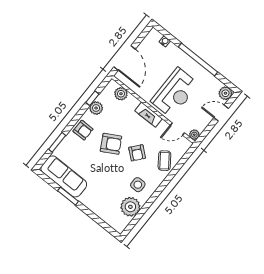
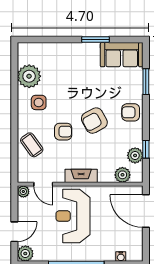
plant: (96, 108) -> (135, 155), moved
door: (177, 129) -> (43, 184), swing flipped
armchair: (137, 153) -> (63, 132), turned 140
sofa: (64, 176) -> (122, 55), width x0.73

